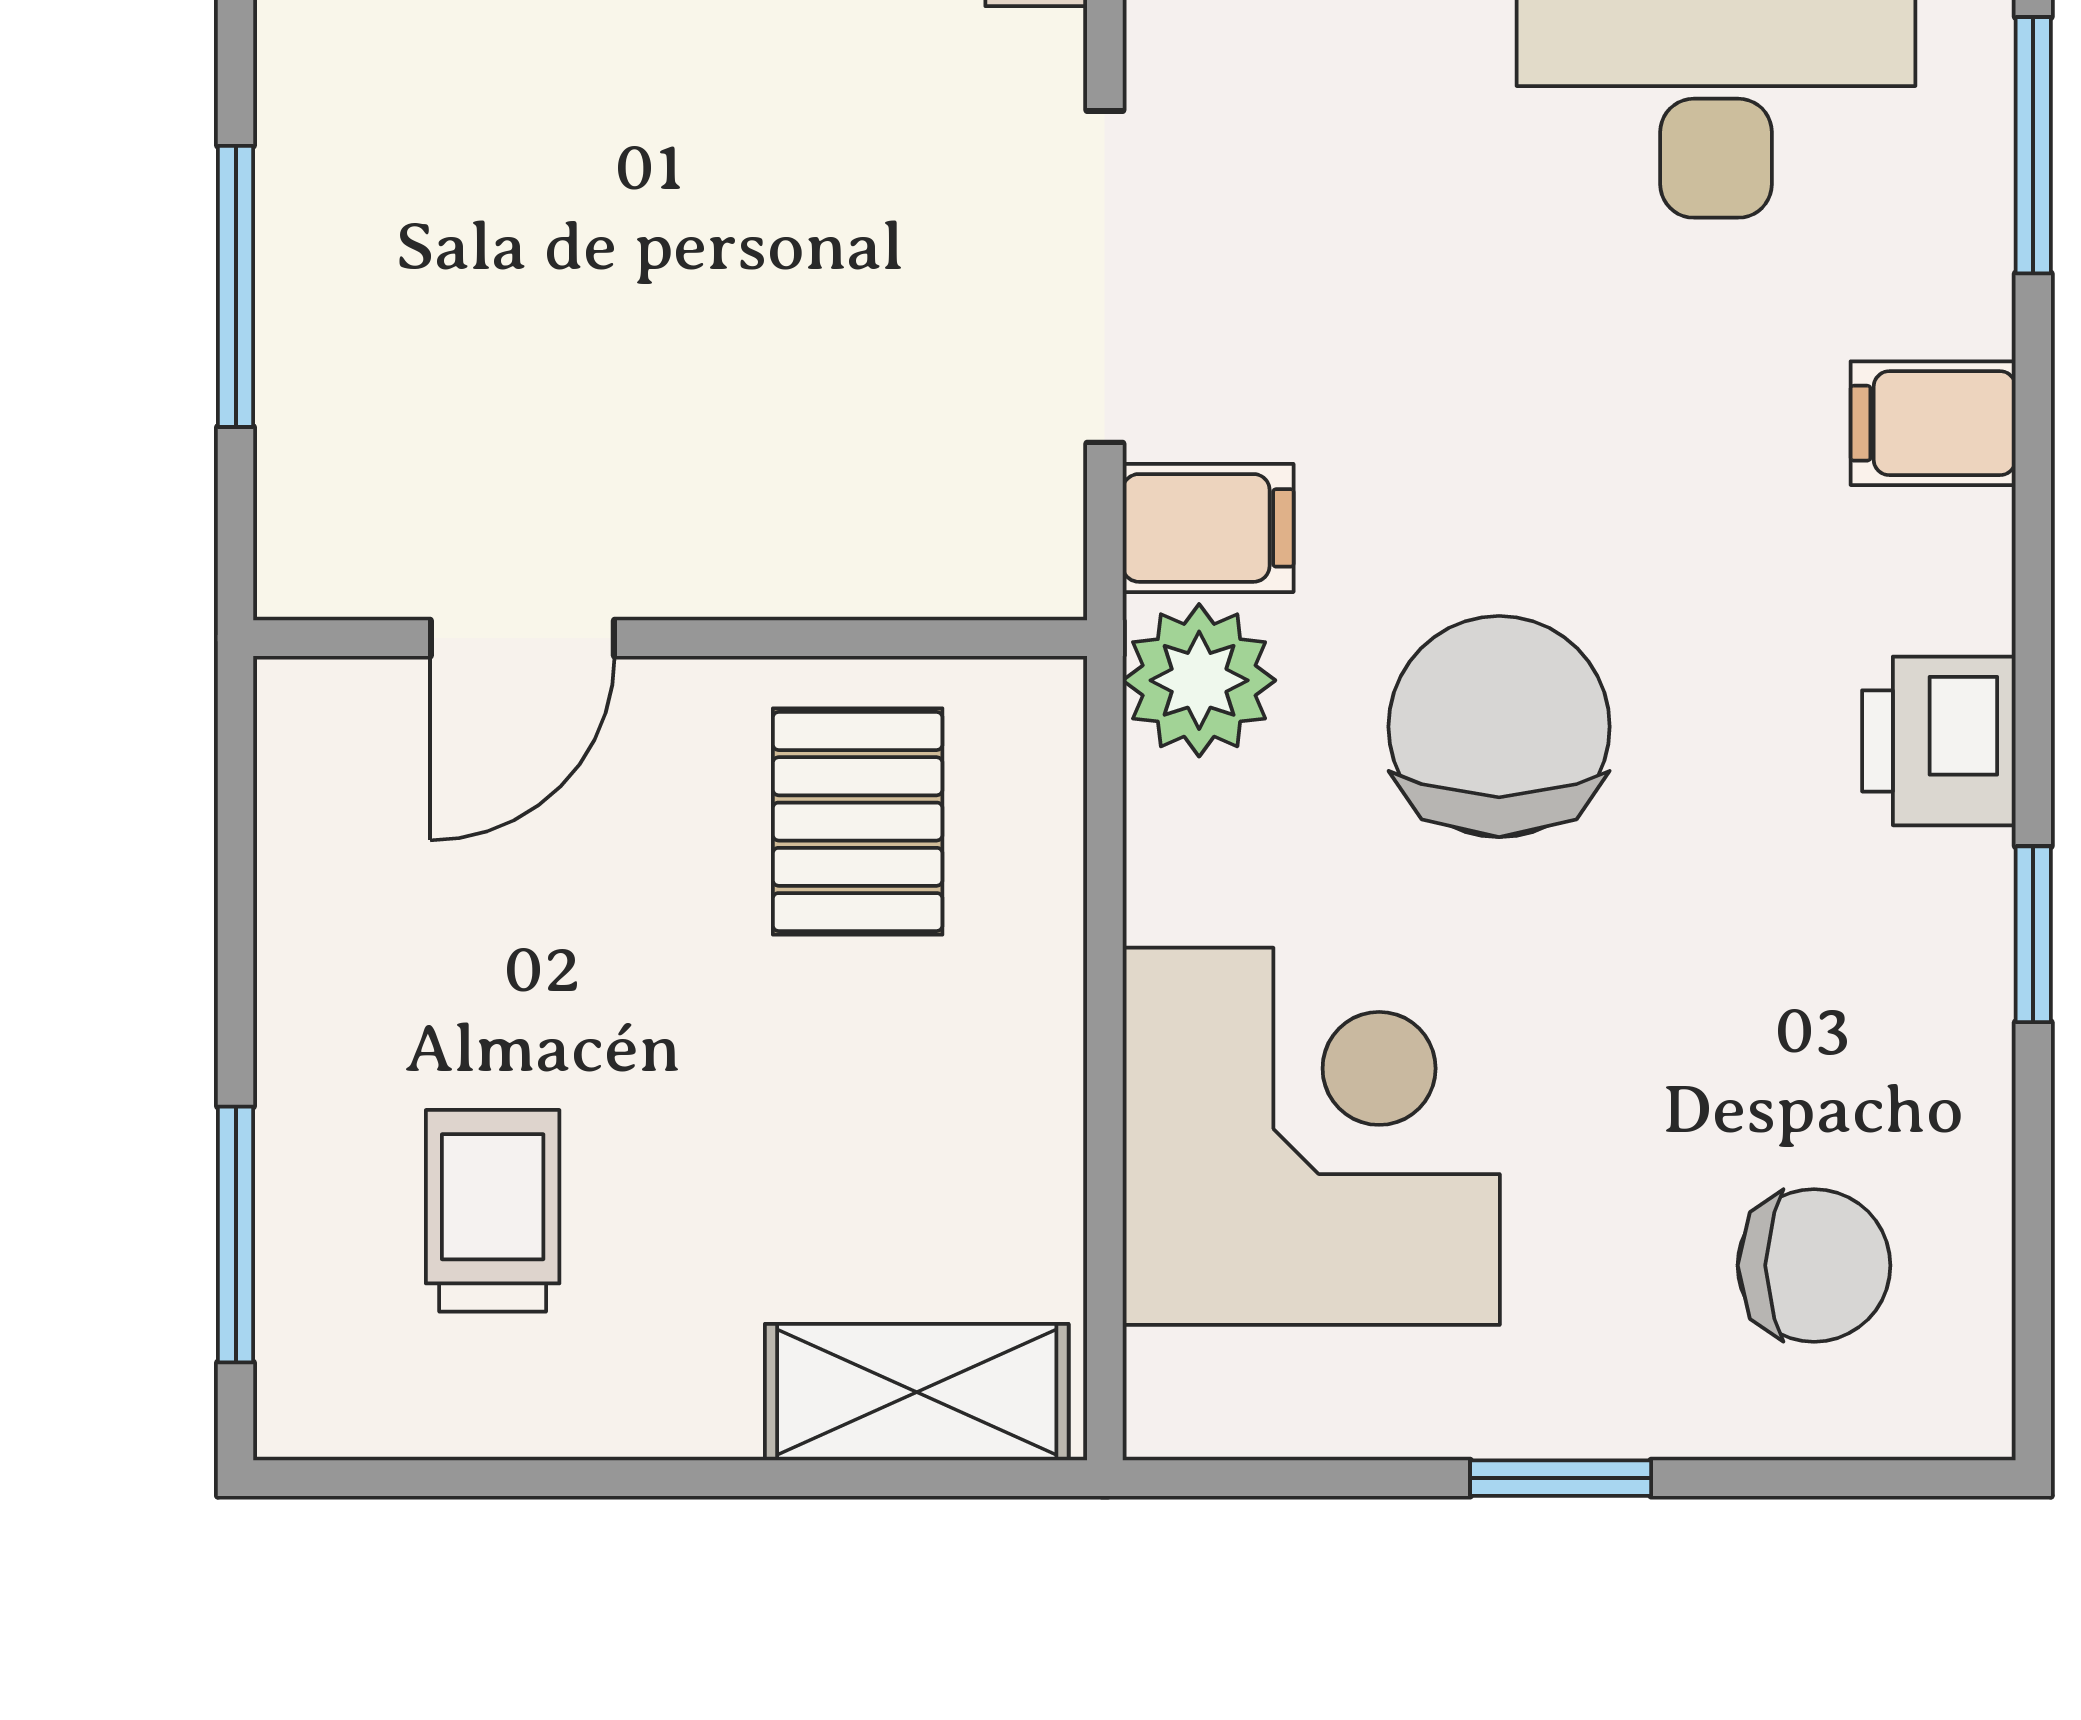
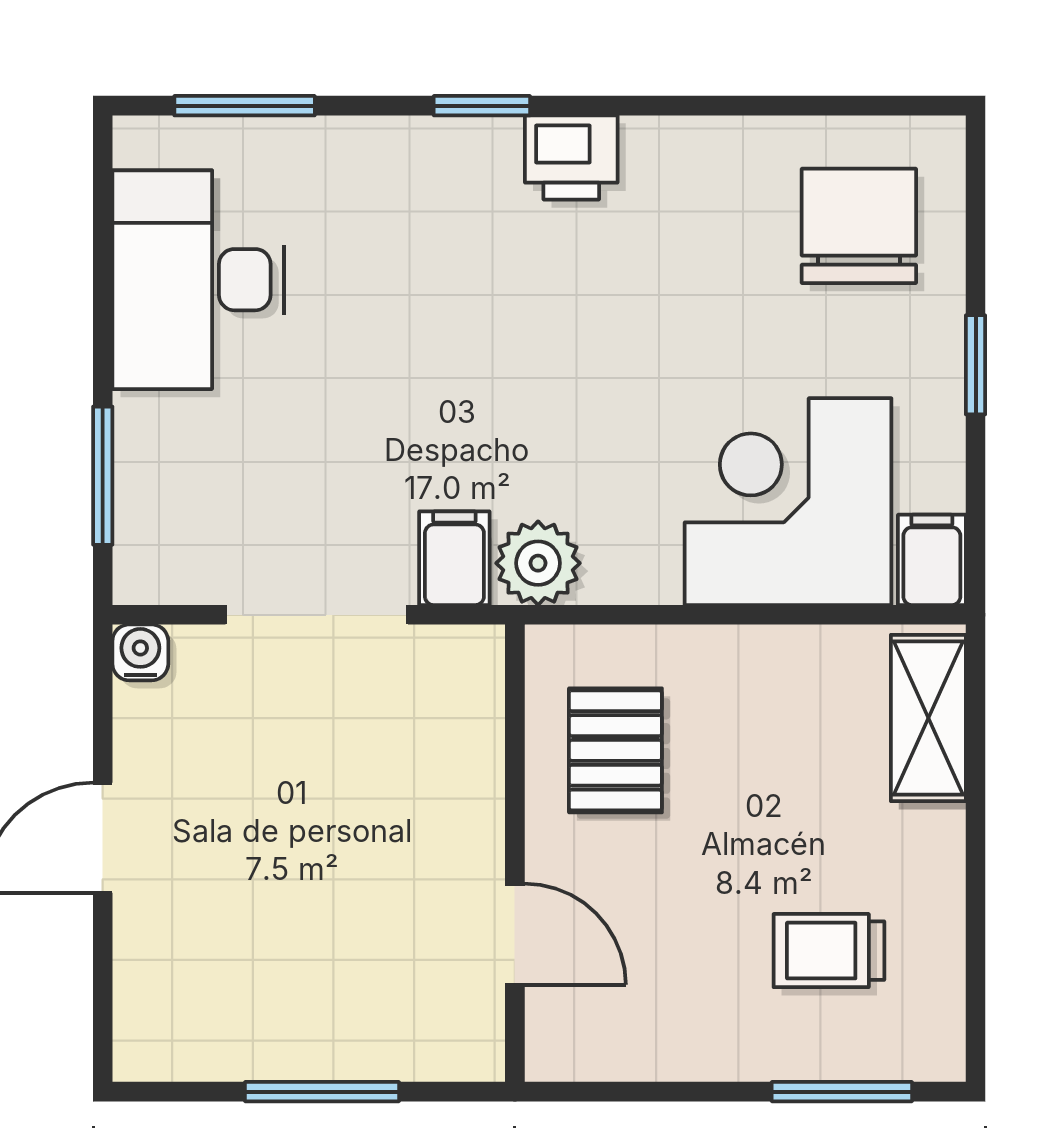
filing cabinet: (1933, 423) -> (932, 560), moved, turned 180
chair: (1499, 727) -> (563, 399), removed
pallet: (858, 822) -> (615, 750), turned 90
window: (2033, 934) -> (482, 106), moved
chair: (1814, 1265) -> (859, 226), width x1.37, depth x1.37

